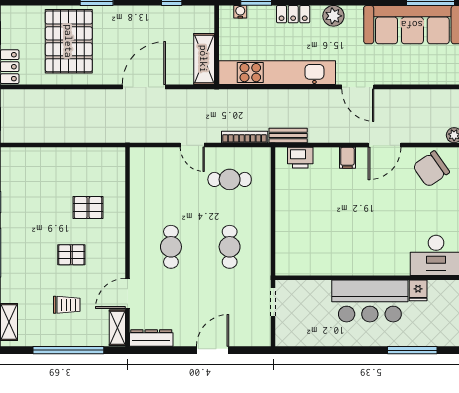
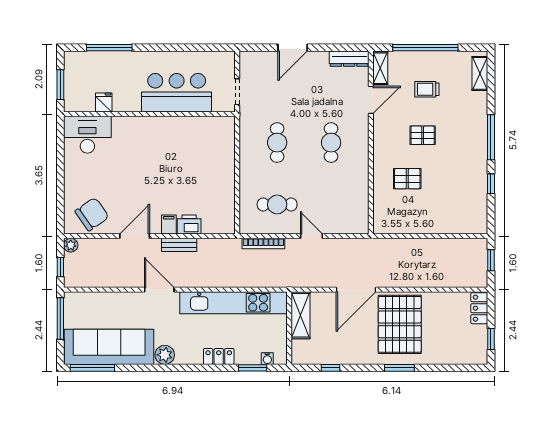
plant: (333, 16) -> (165, 355), moved
pallet: (69, 41) -> (400, 324), moved
bench: (288, 136) -> (179, 245), moved
printer: (300, 158) -> (189, 225), moved
bar counter: (370, 301) -> (177, 93), moved

